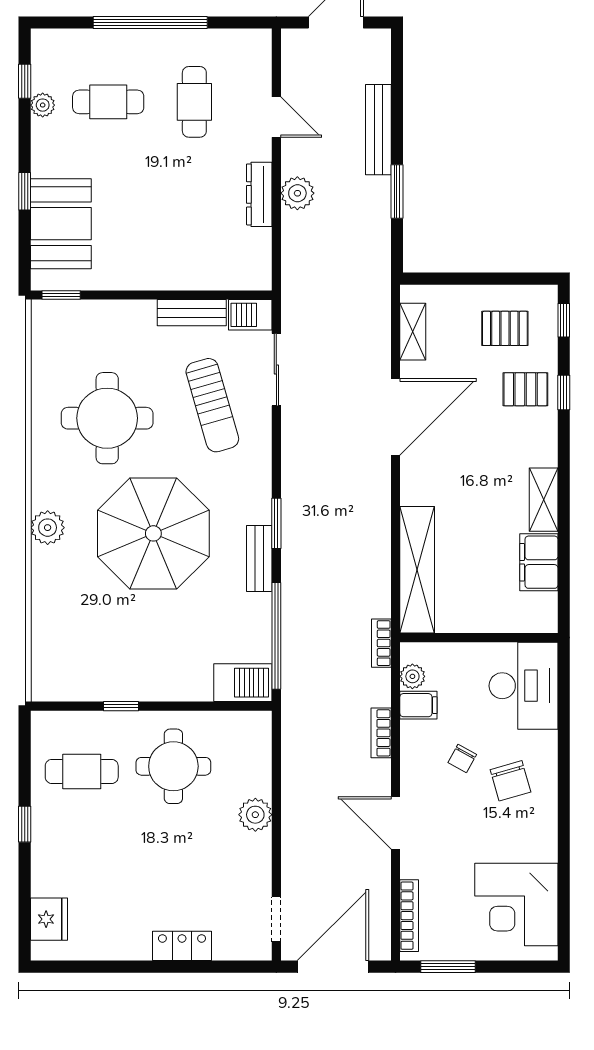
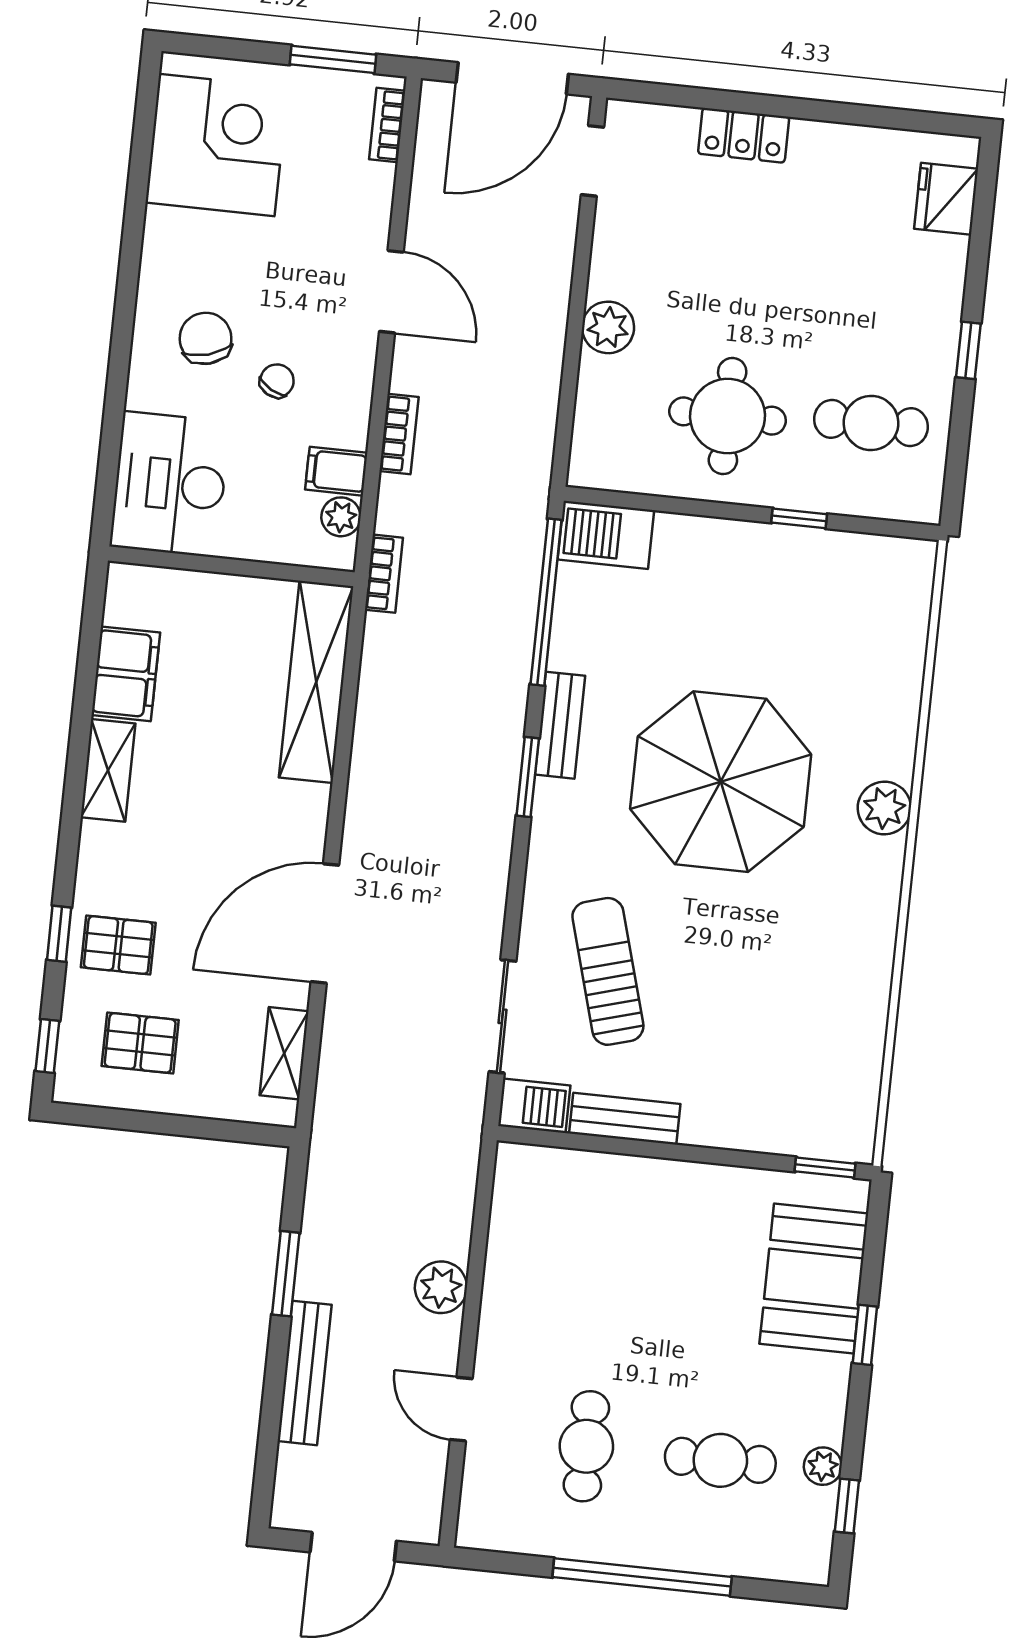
dresser: (259, 194) -> (500, 1292), removed
round table: (107, 418) -> (774, 968), removed
bookcase: (409, 916) -> (387, 125), width x0.64

